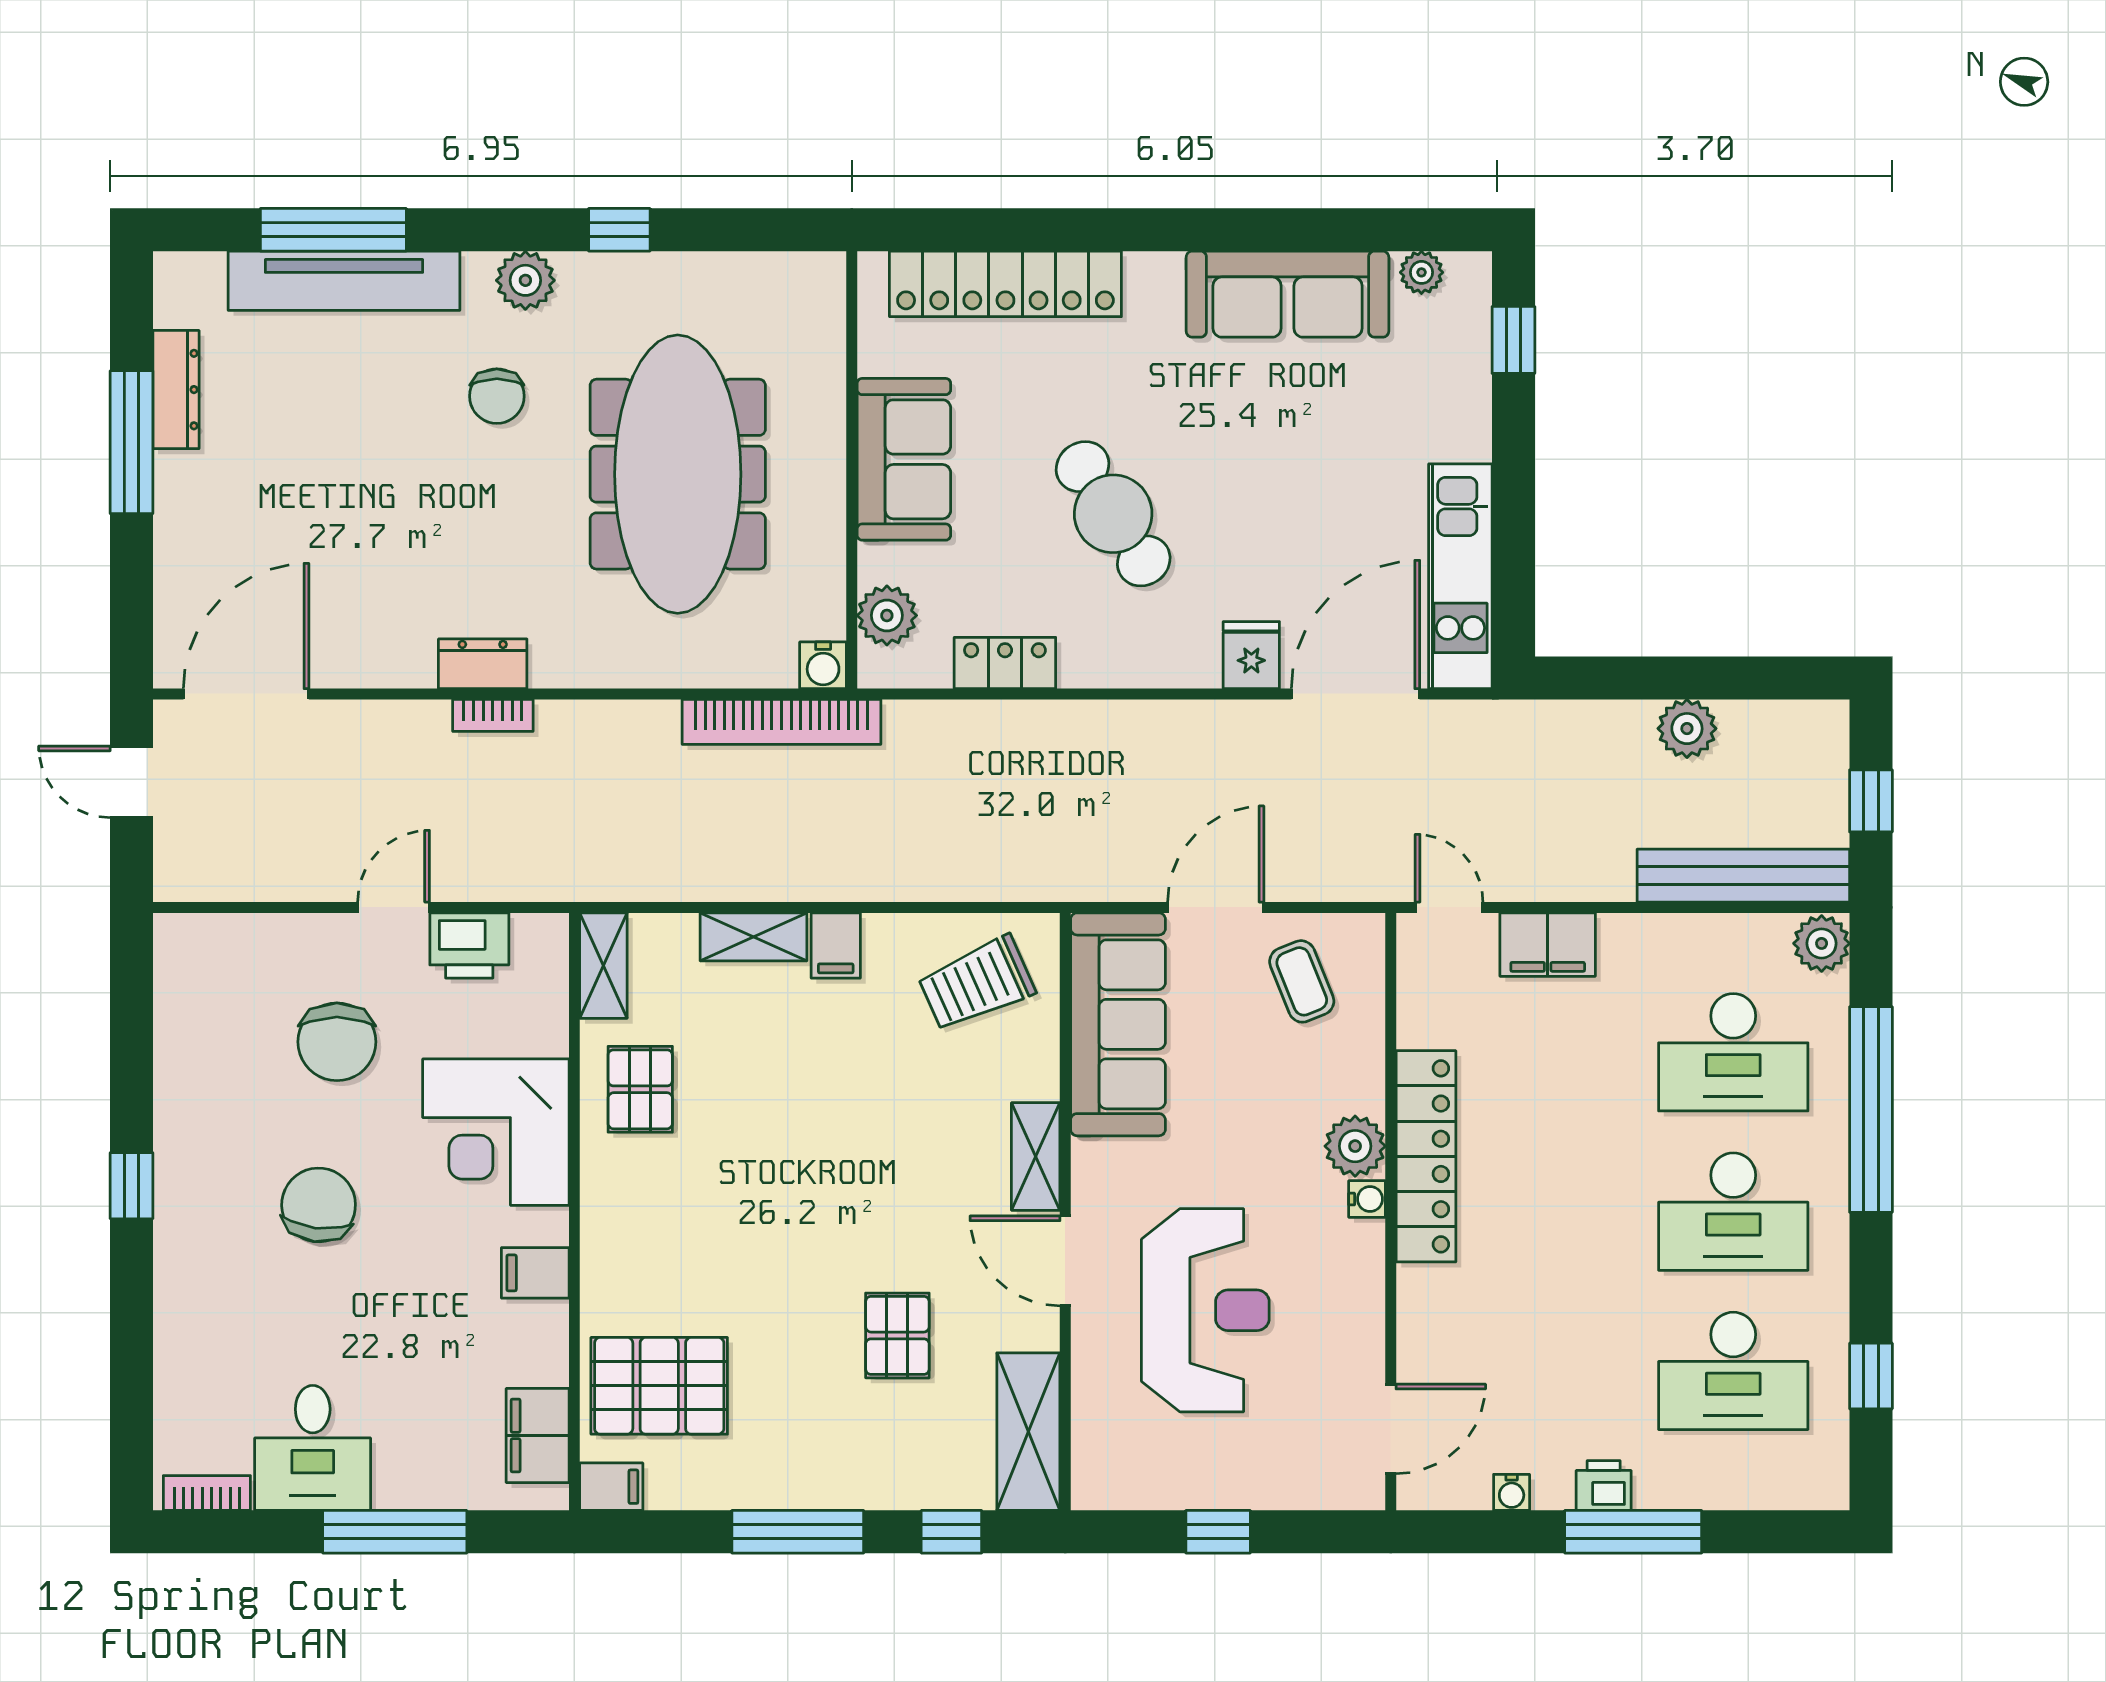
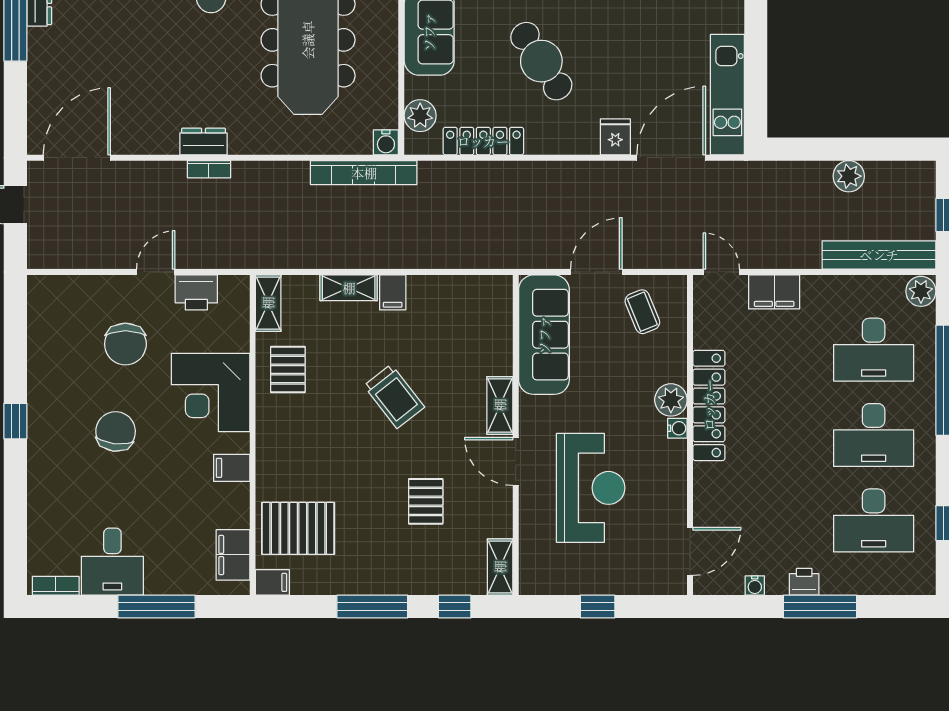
locker: (1005, 663) -> (483, 141), width x1.53
trolley: (977, 984) -> (394, 396), moved, turned -104
shelving: (1028, 1432) -> (500, 567), width x0.67, depth x0.75

